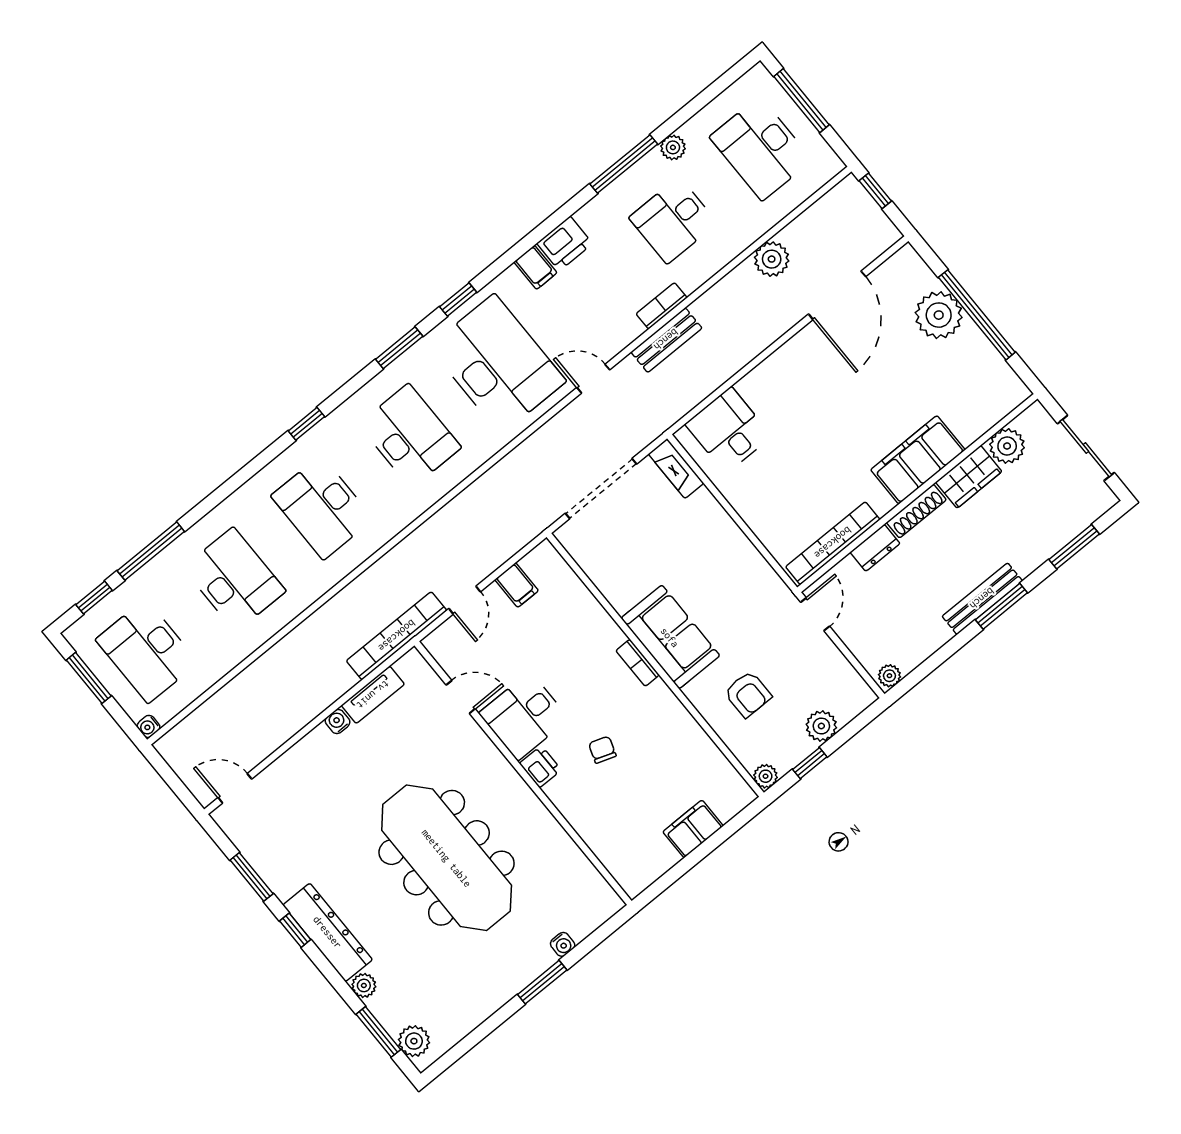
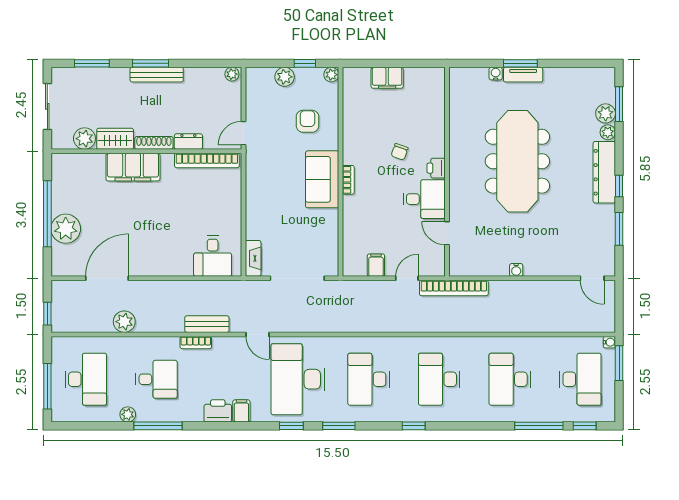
desk: (322, 508) -> (439, 379), turned 180
window: (89, 678) -> (619, 363), moved
tv unit: (373, 695) -> (523, 75), moved, turned 180
plant: (414, 1041) -> (606, 113), moved

